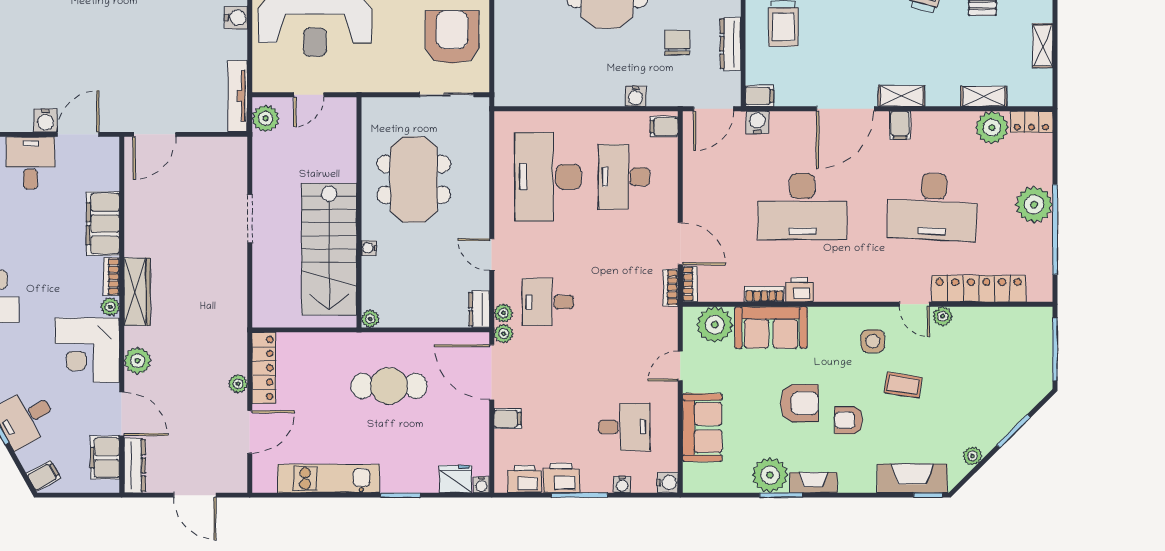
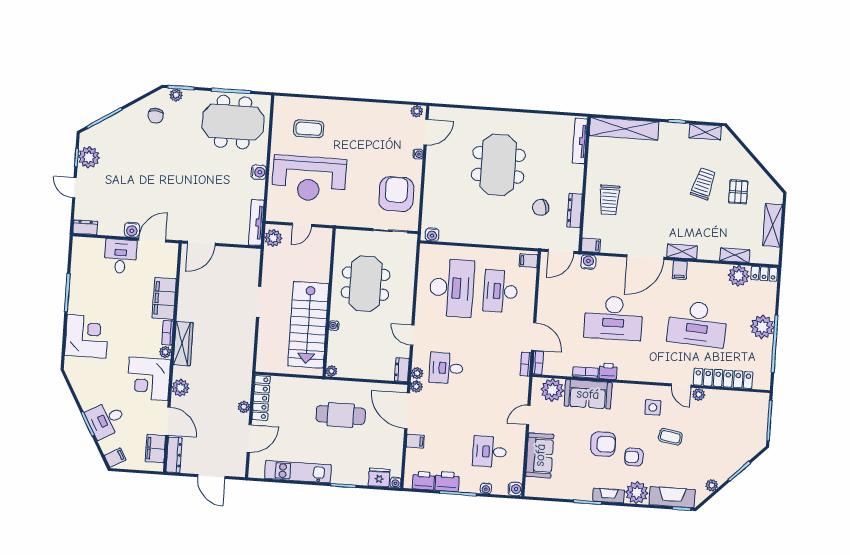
chair: (677, 43) -> (541, 207), turned -107
shelving: (1043, 46) -> (773, 225), width x1.50, depth x1.33
water cooler: (636, 96) -> (432, 235), moved
desk: (548, 177) -> (452, 288), turned 180
desk: (624, 427) -> (490, 452), turned 180
plant: (770, 475) -> (637, 493), moved

